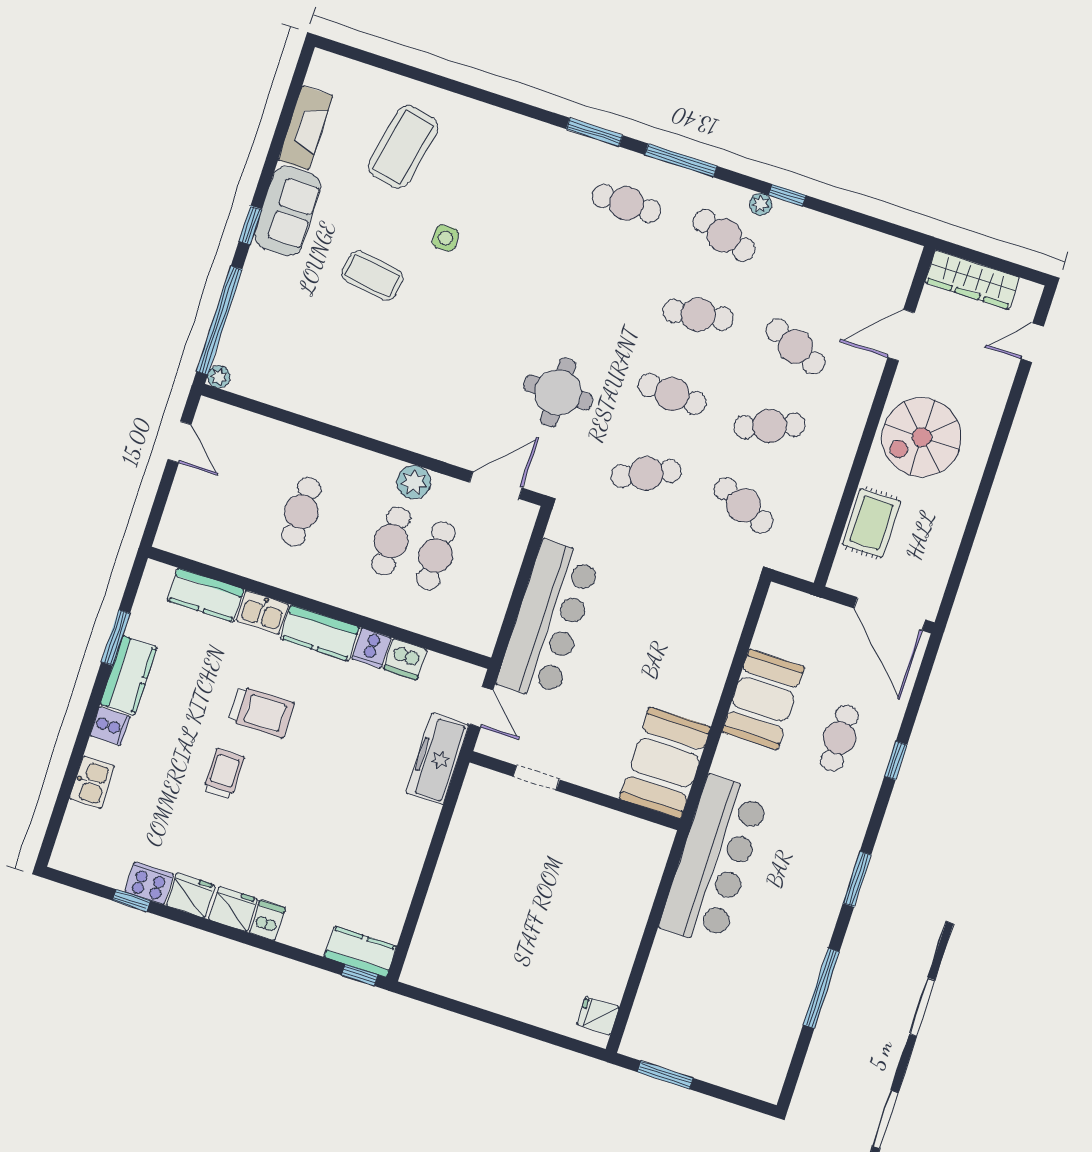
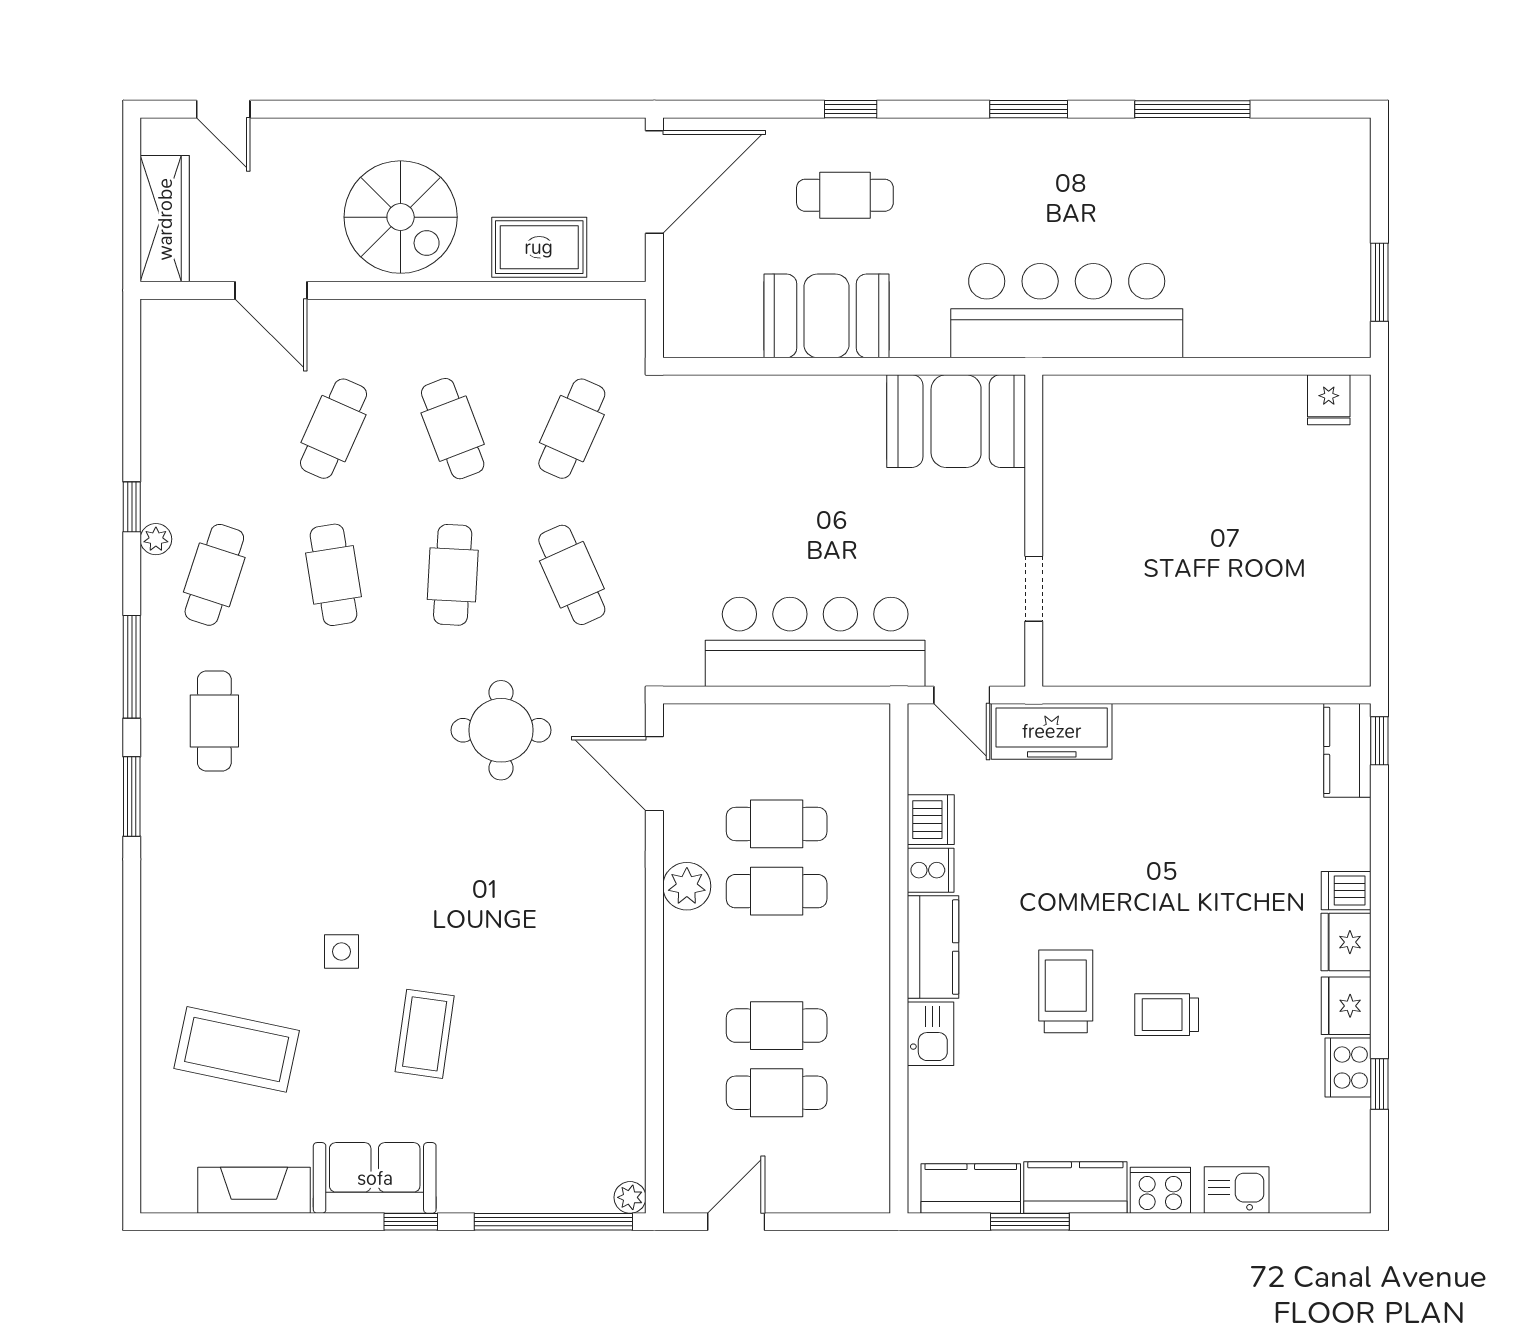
cafe table: (257, 497) -> (777, 1093), added
kitchen counter: (206, 595) -> (971, 1189), moved, turned -90
door: (481, 707) -> (962, 695), swing flipped
cooker: (110, 726) -> (1160, 1190), width x1.36

